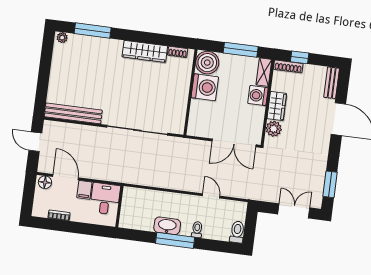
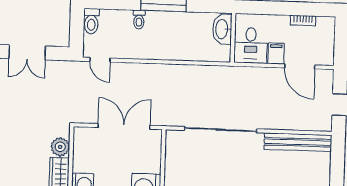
double door: (234, 143) -> (124, 126), moved
floor lamp: (45, 182) -> (323, 58), removed
door: (211, 196) -> (100, 60), moved
washbasin: (167, 226) -> (222, 29), moved, turned 90

